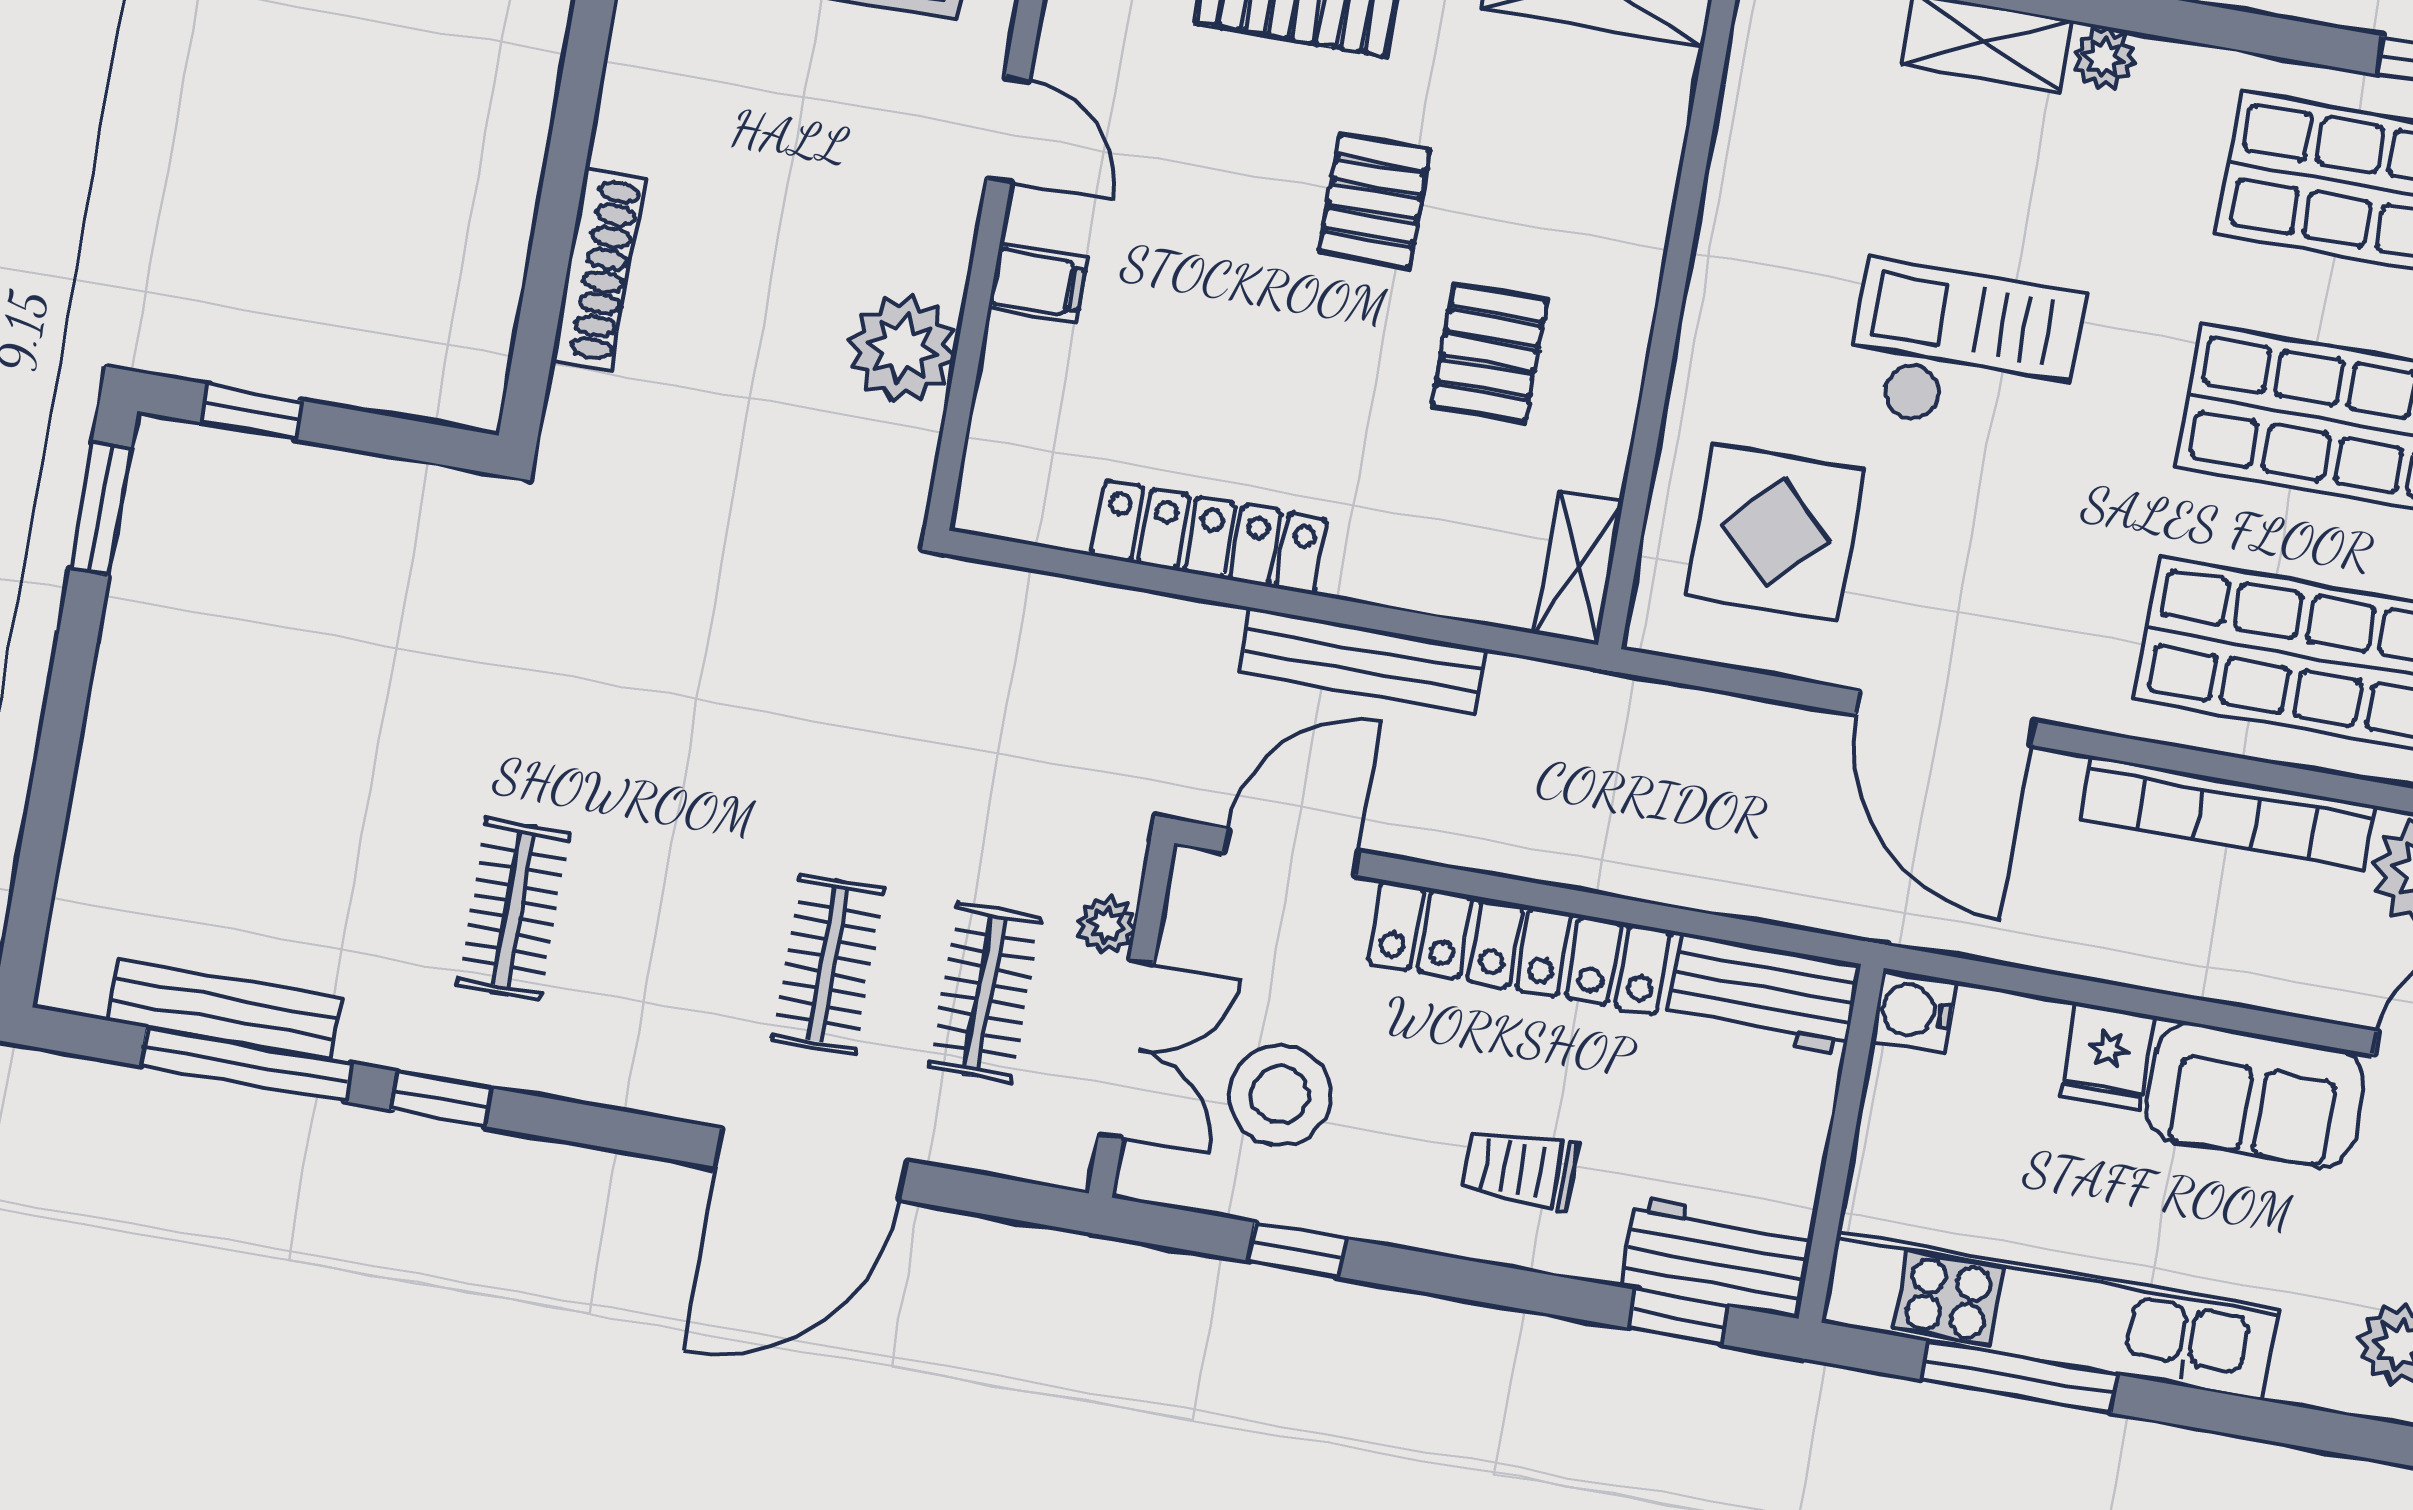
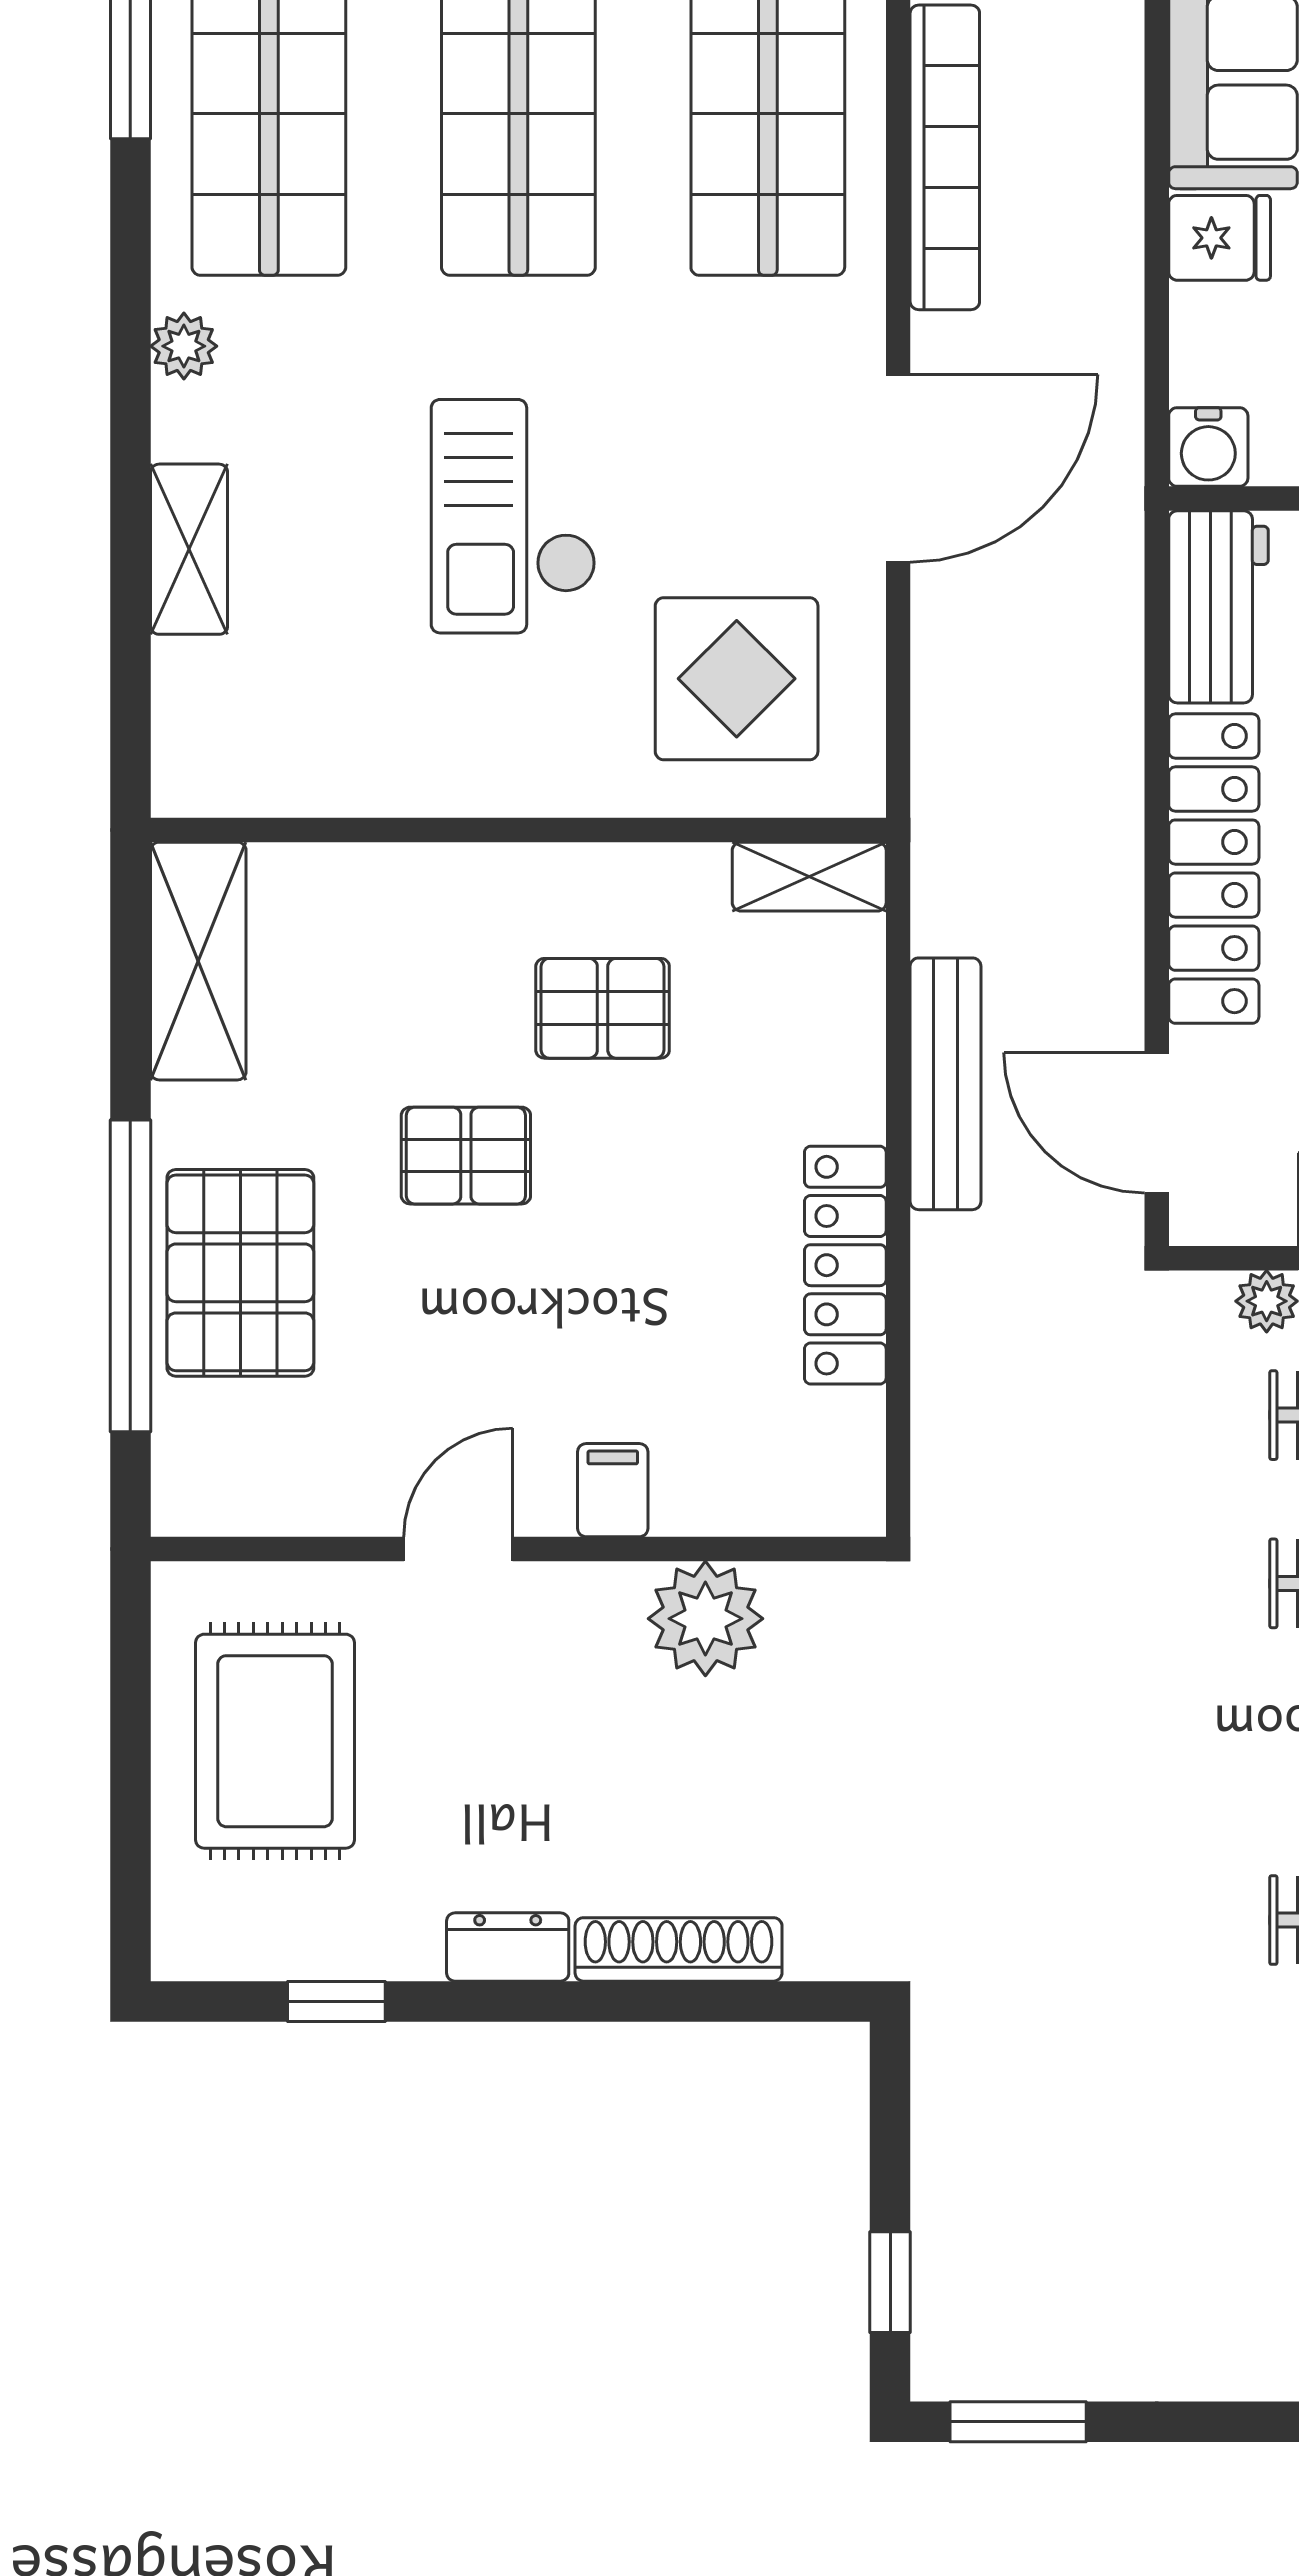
plant: (2104, 58) -> (184, 346), moved
dresser: (628, 110) -> (508, 1947), added

